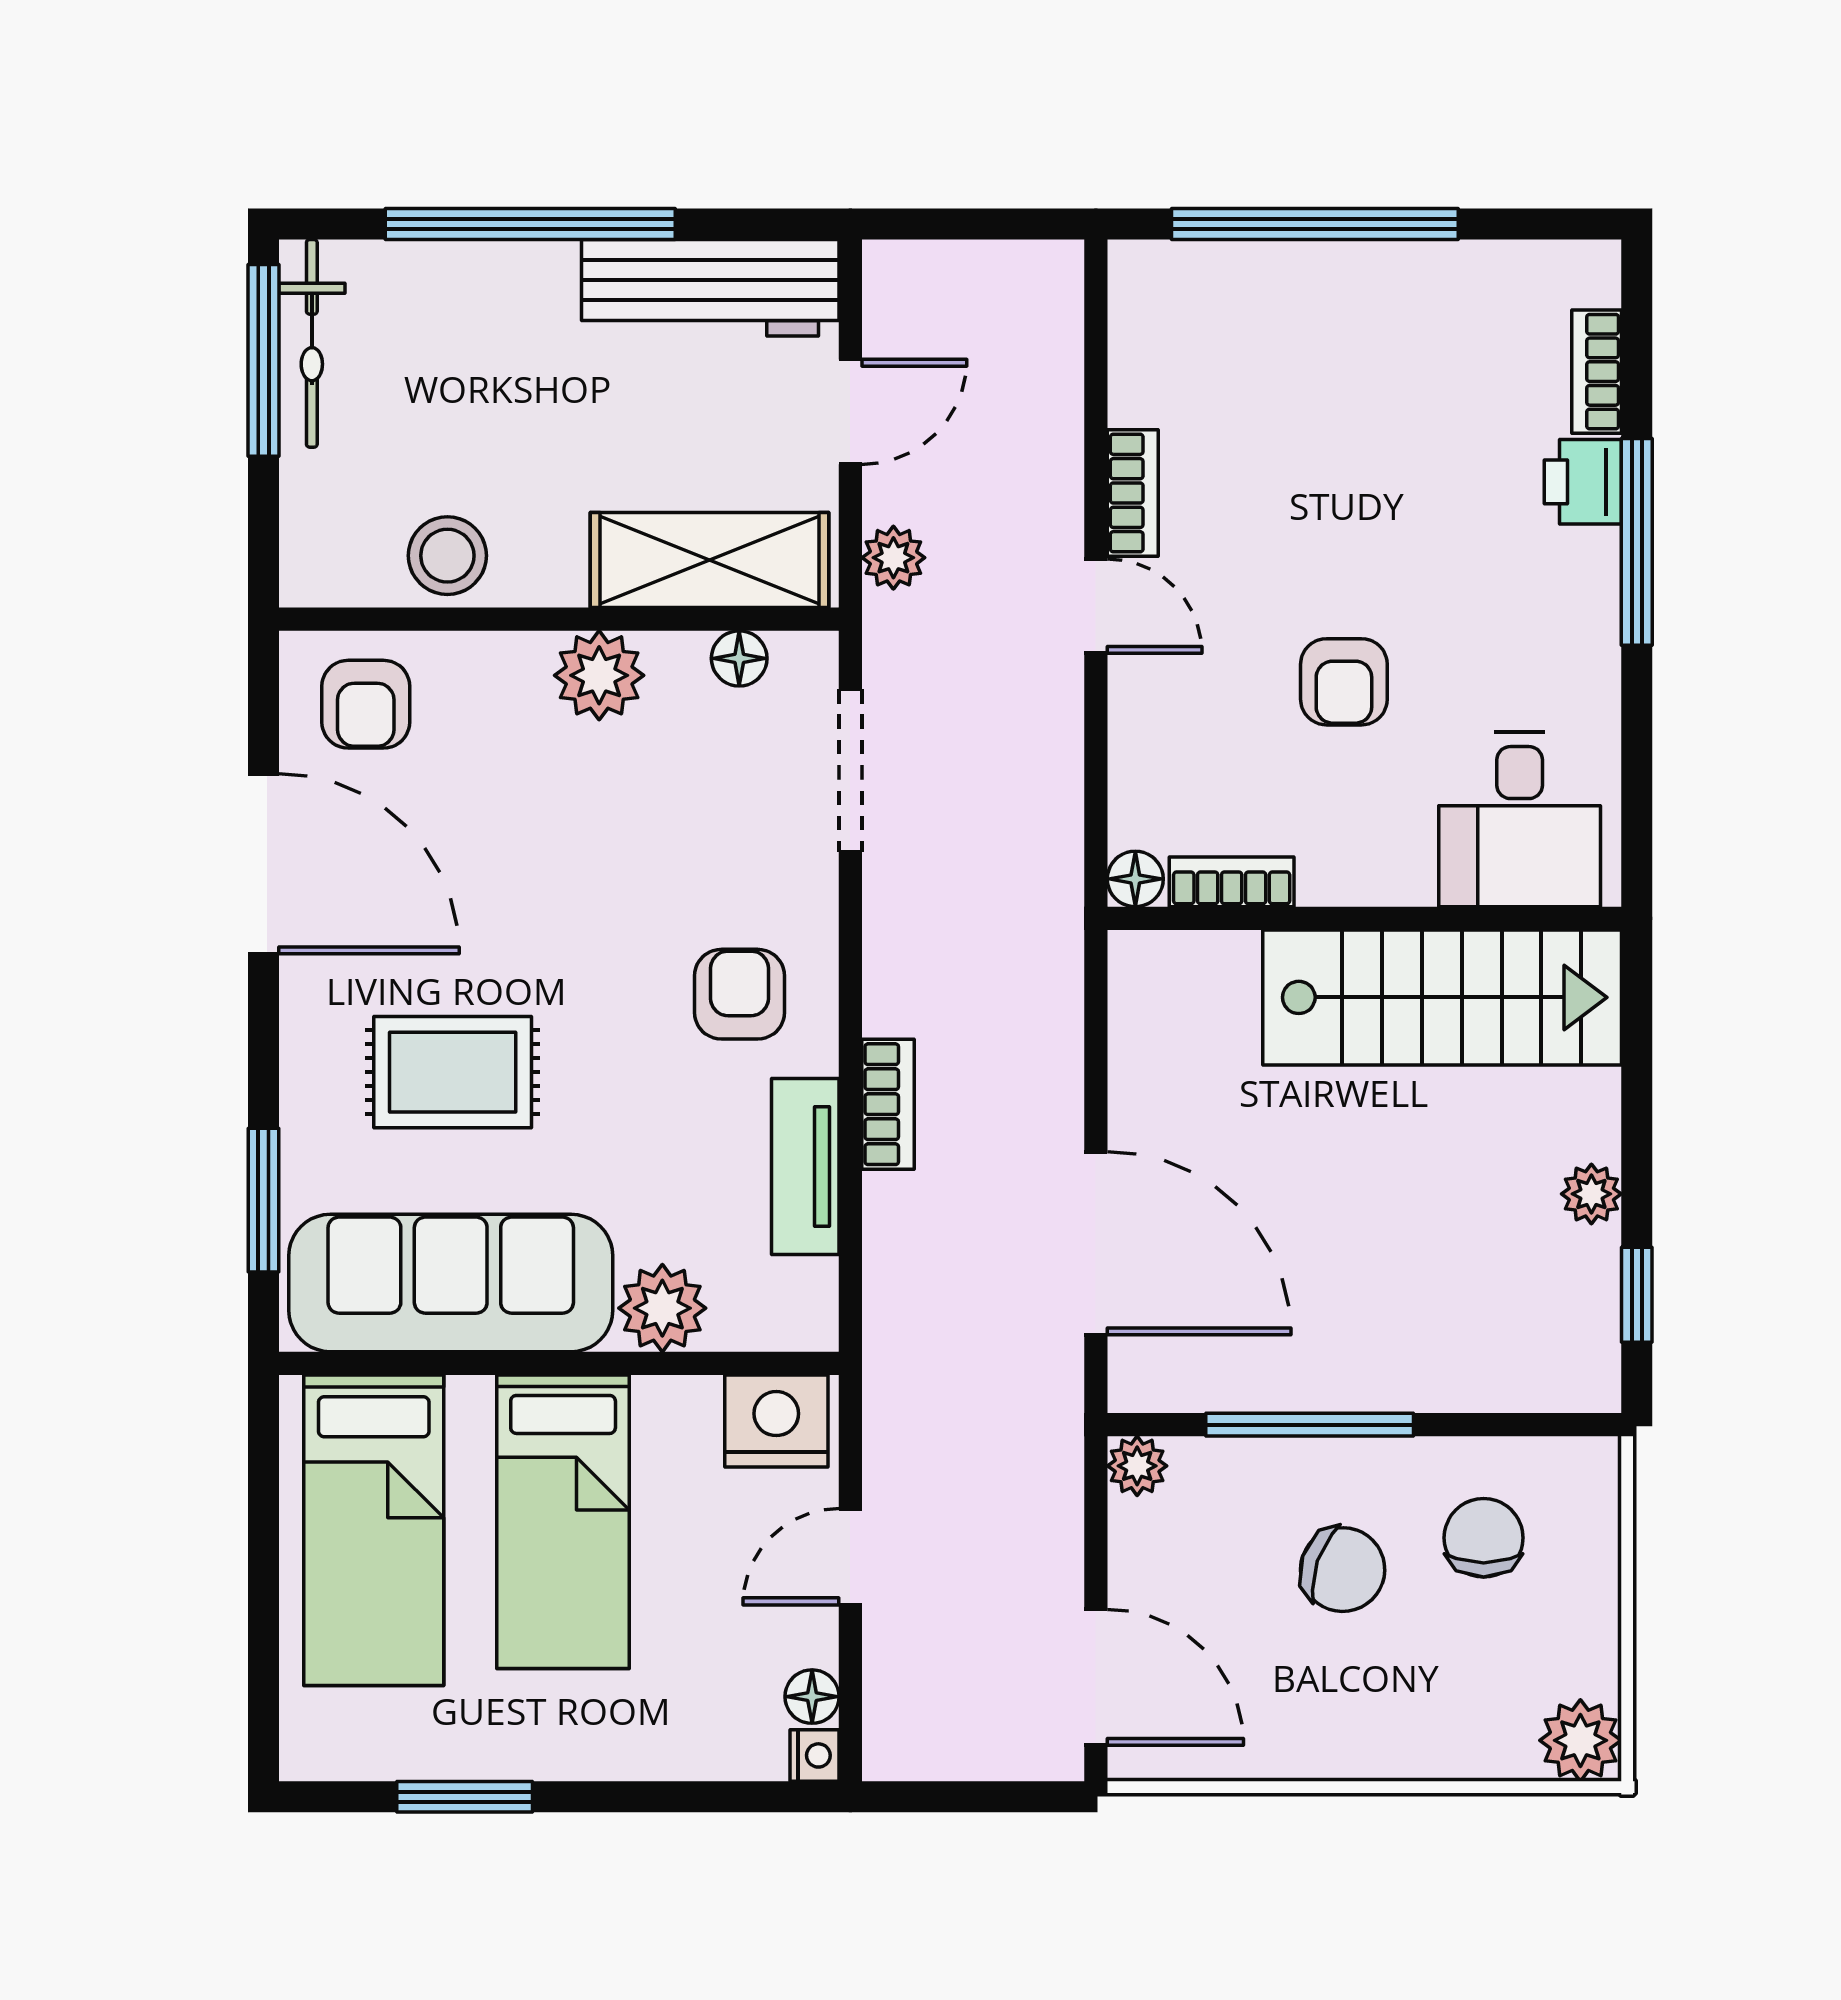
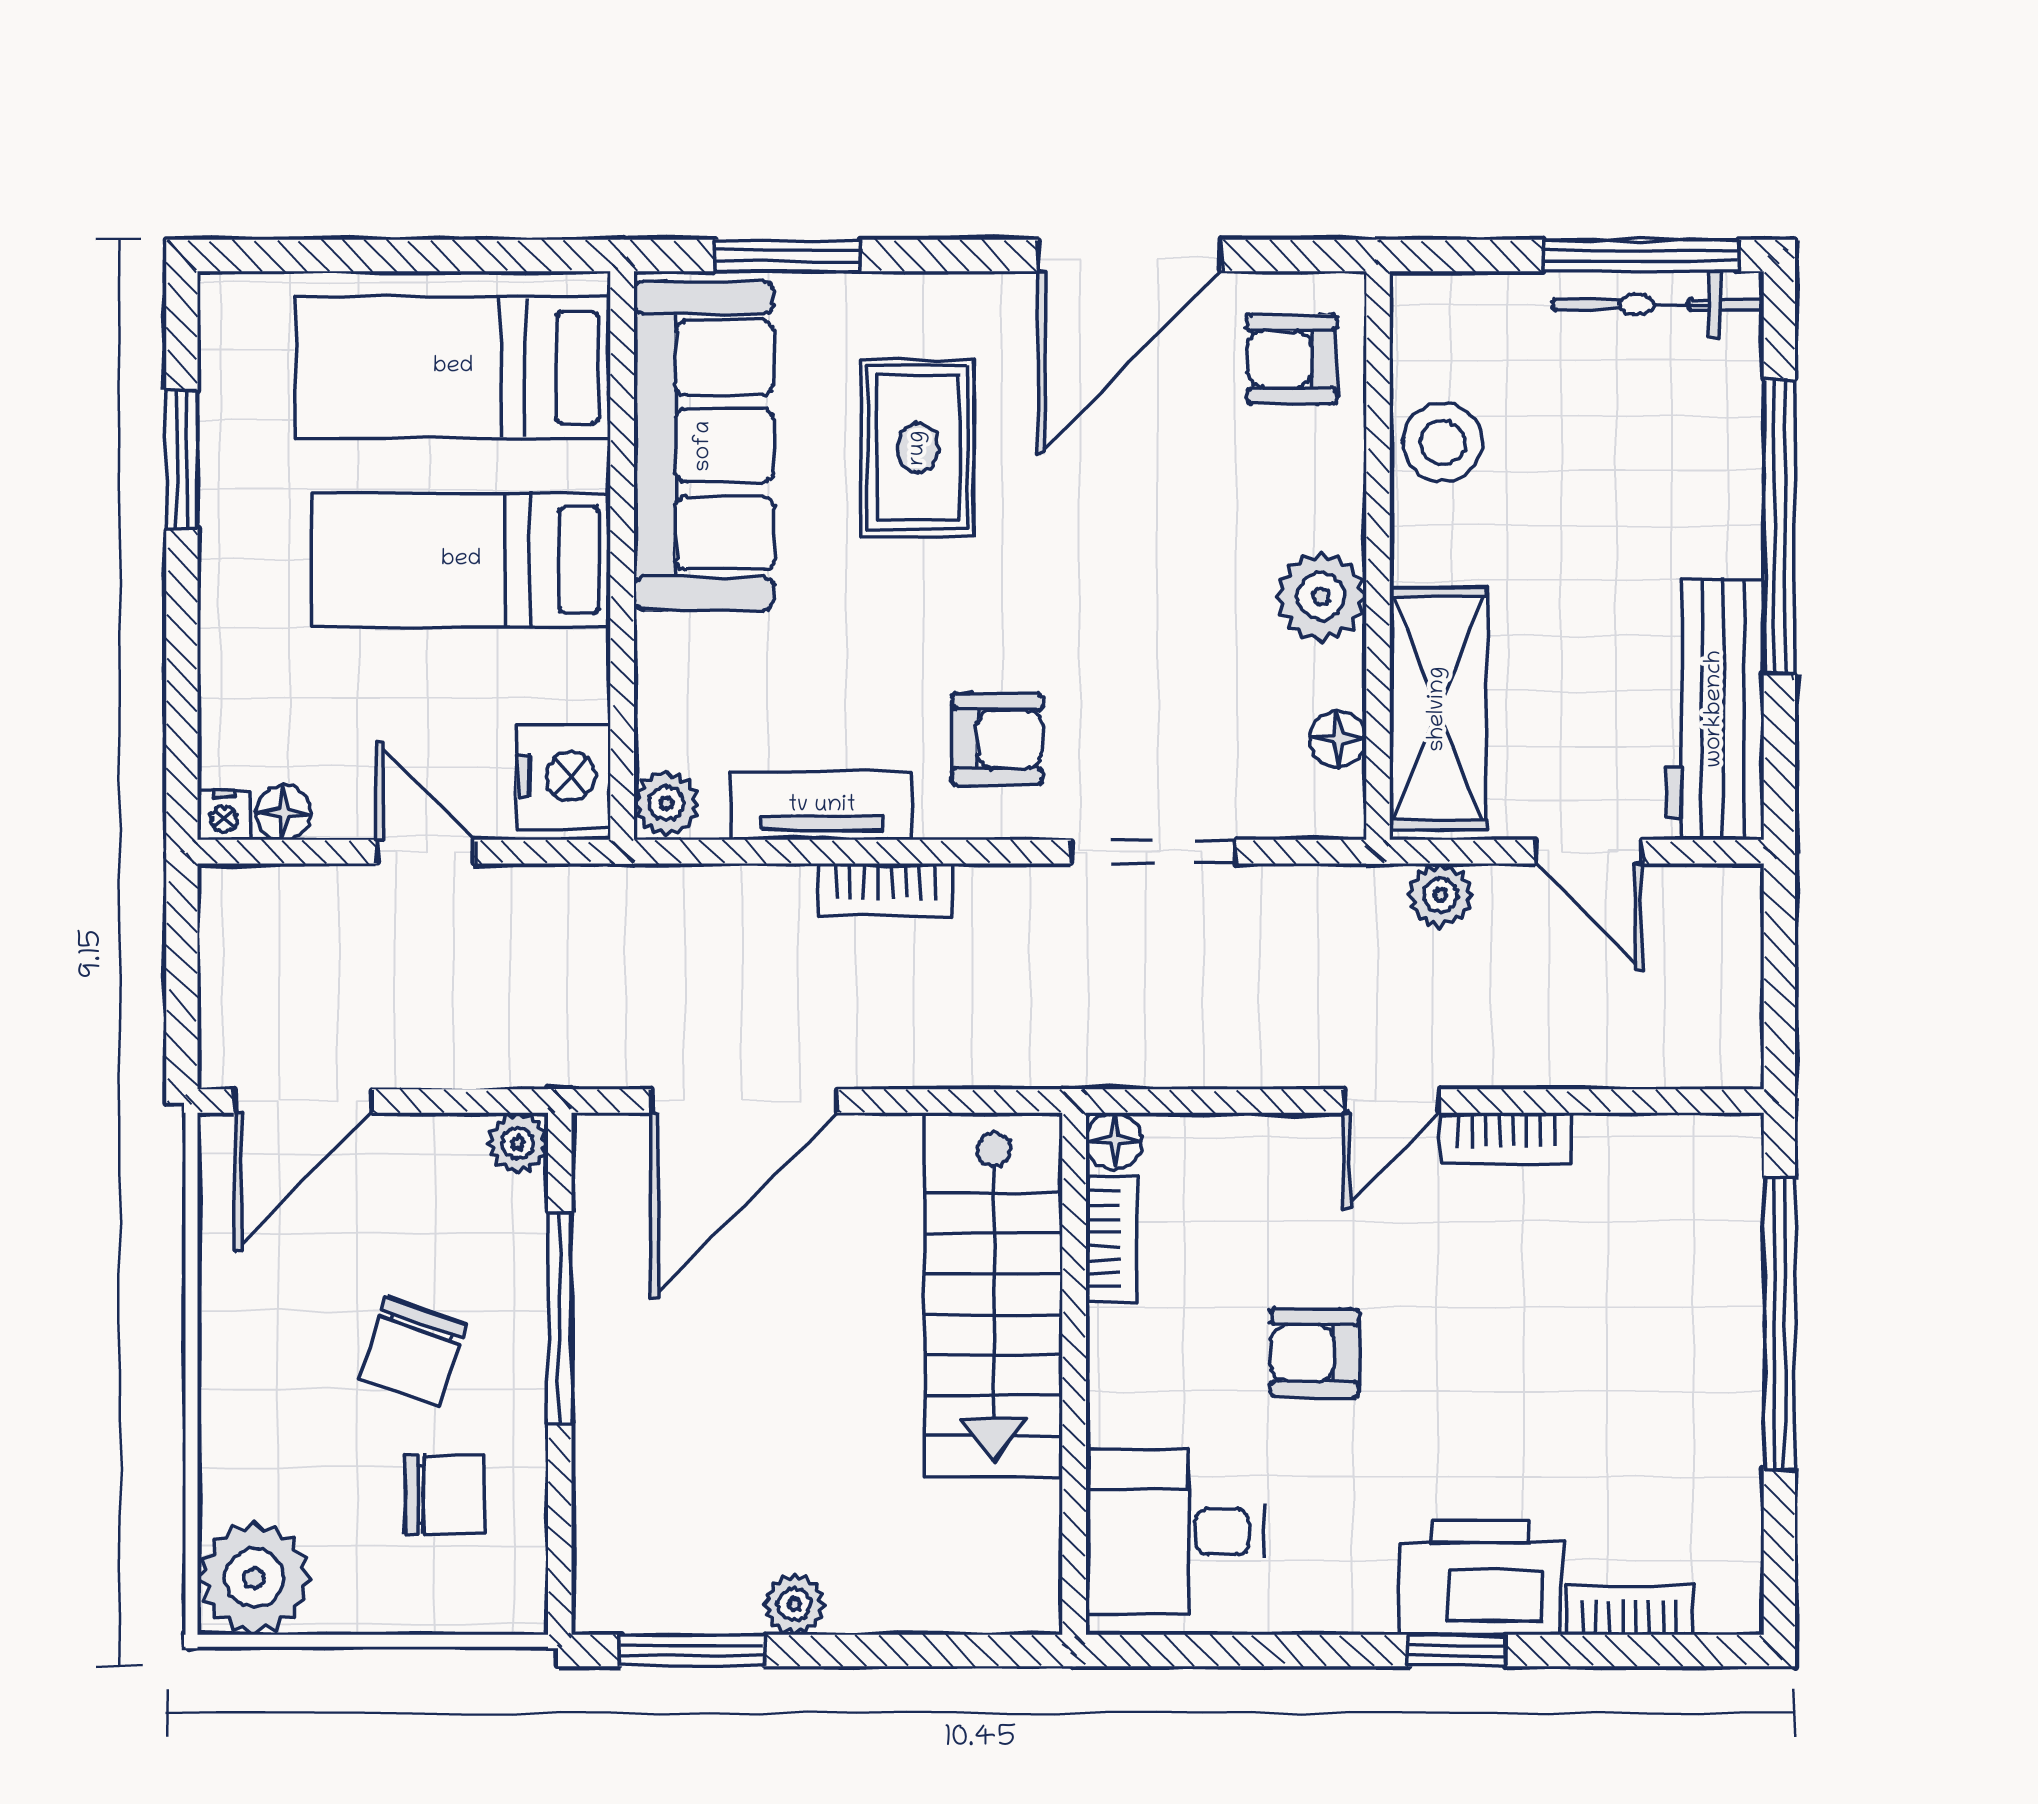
printer: (1583, 482) -> (1480, 1577), width x1.87, depth x1.48
window: (1637, 542) -> (1457, 1650), width x0.46
doorway: (850, 770) -> (1154, 852), moved
stairs: (1442, 997) -> (994, 1295), moved
window: (1637, 1295) -> (692, 1650), width x1.50
plant: (662, 1308) -> (666, 803), moved, width x0.73, depth x0.73
plant: (1580, 1740) -> (254, 1578), width x1.36, depth x1.36

